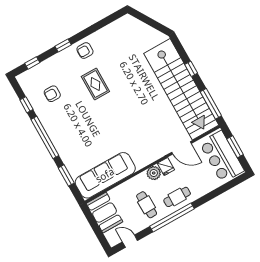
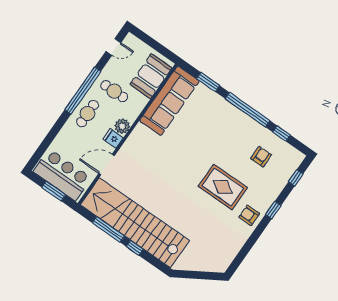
armchair: (85, 51) -> (249, 215), turned -90
rug: (95, 84) -> (223, 187), width x1.36, depth x1.43
window: (211, 104) -> (108, 229), moved
booth: (105, 213) -> (151, 76), moved, turned 90

